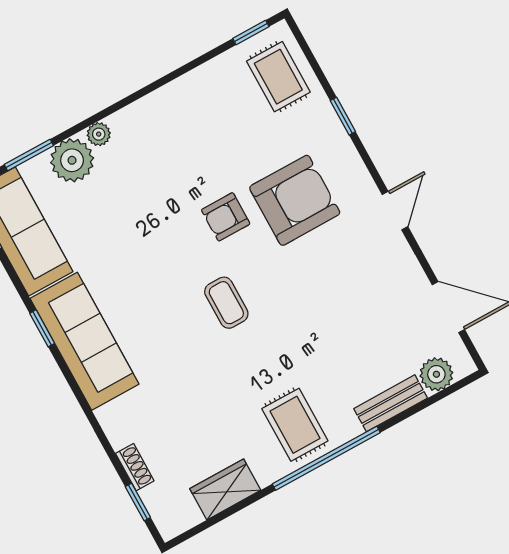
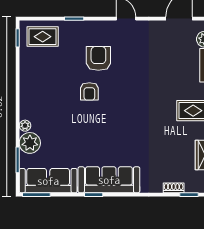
armchair: (295, 200) -> (98, 58), width x0.73, depth x0.73
coffee table: (226, 303) -> (126, 111), removed

